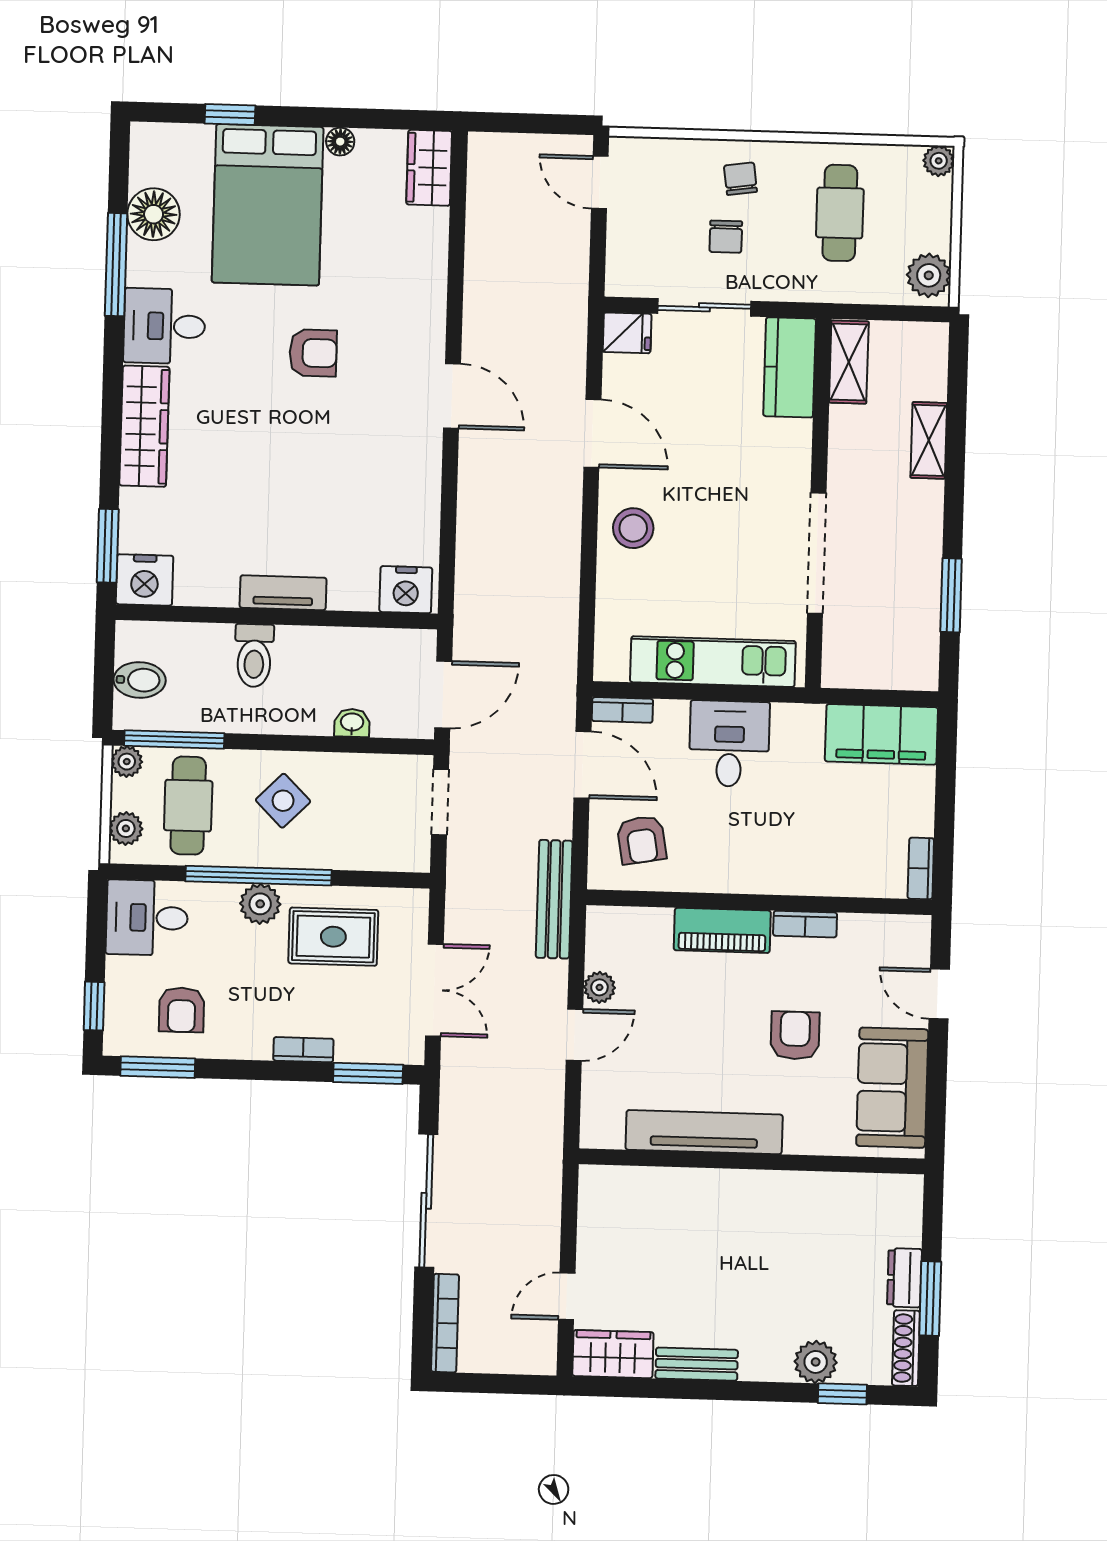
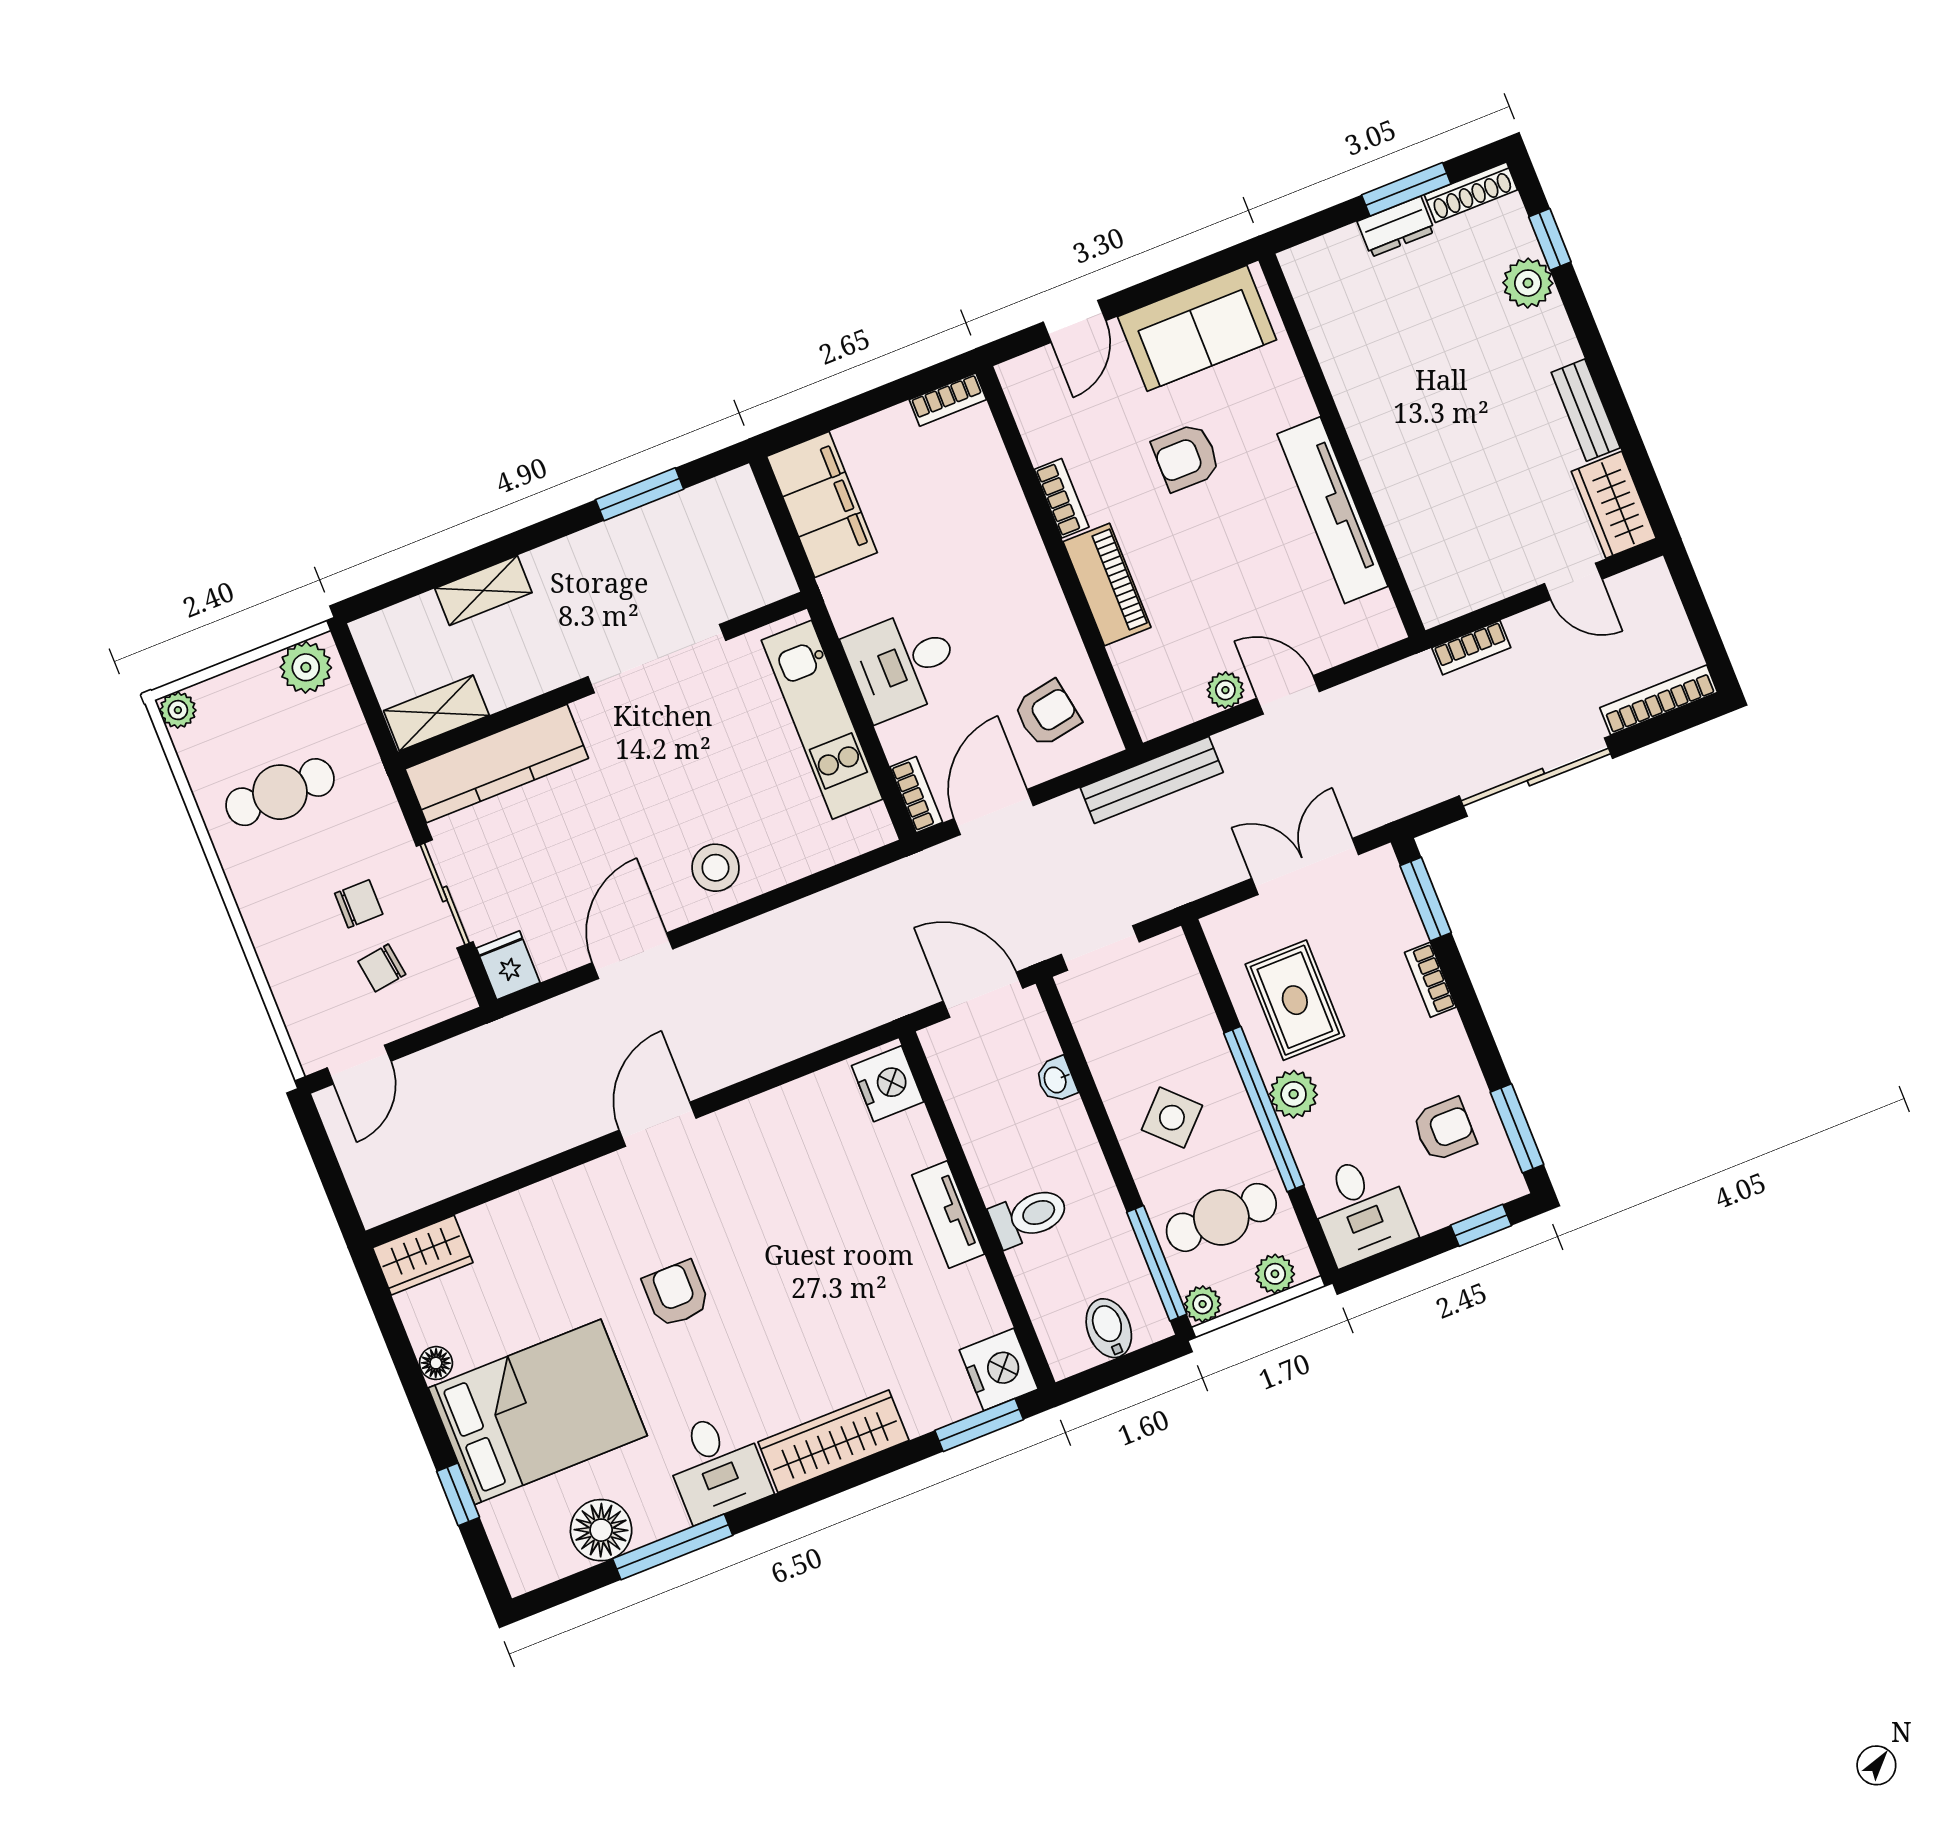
chair: (740, 179) -> (382, 968), moved
kitchen counter: (790, 367) -> (497, 764), width x1.50
bookcase: (549, 1194) -> (1471, 648), added

